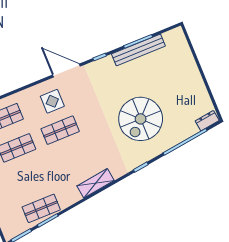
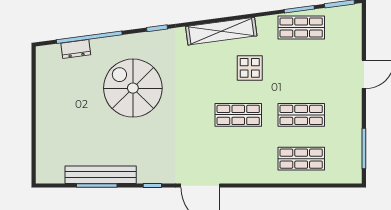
display table: (52, 101) -> (250, 68), moved
spiral stairs: (141, 119) -> (133, 88), turned -90
dresser: (207, 121) -> (76, 49), moved
shelving: (95, 183) -> (221, 31), width x1.47

